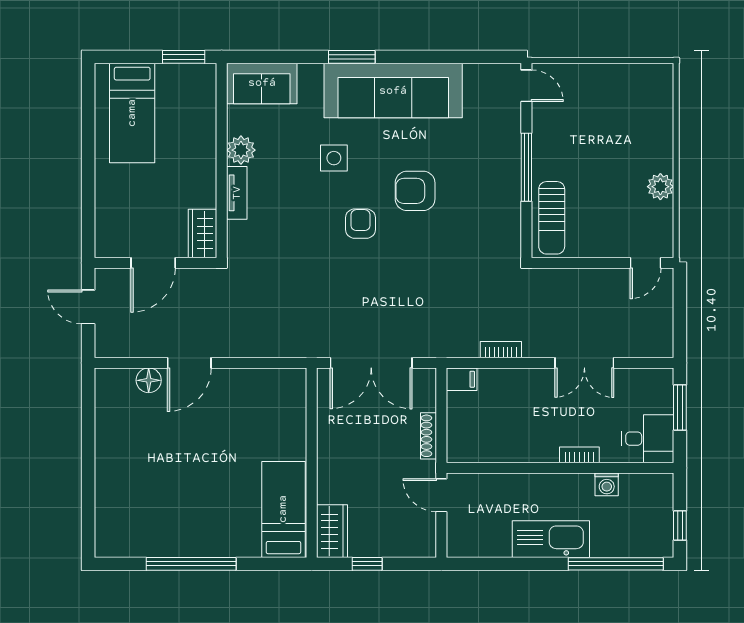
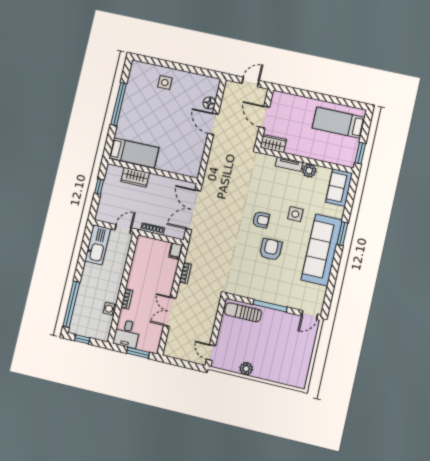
side table: (127, 480) -> (165, 83), added
wardrobe: (332, 531) -> (135, 177), moved
kitchen sink: (551, 539) -> (98, 245), moved

